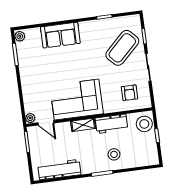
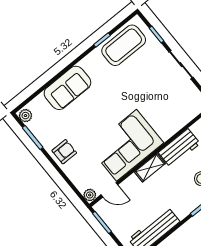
coffee table: (122, 48) -> (124, 45), moved, turned 44
armchair: (129, 93) -> (64, 152), moved, turned -90

